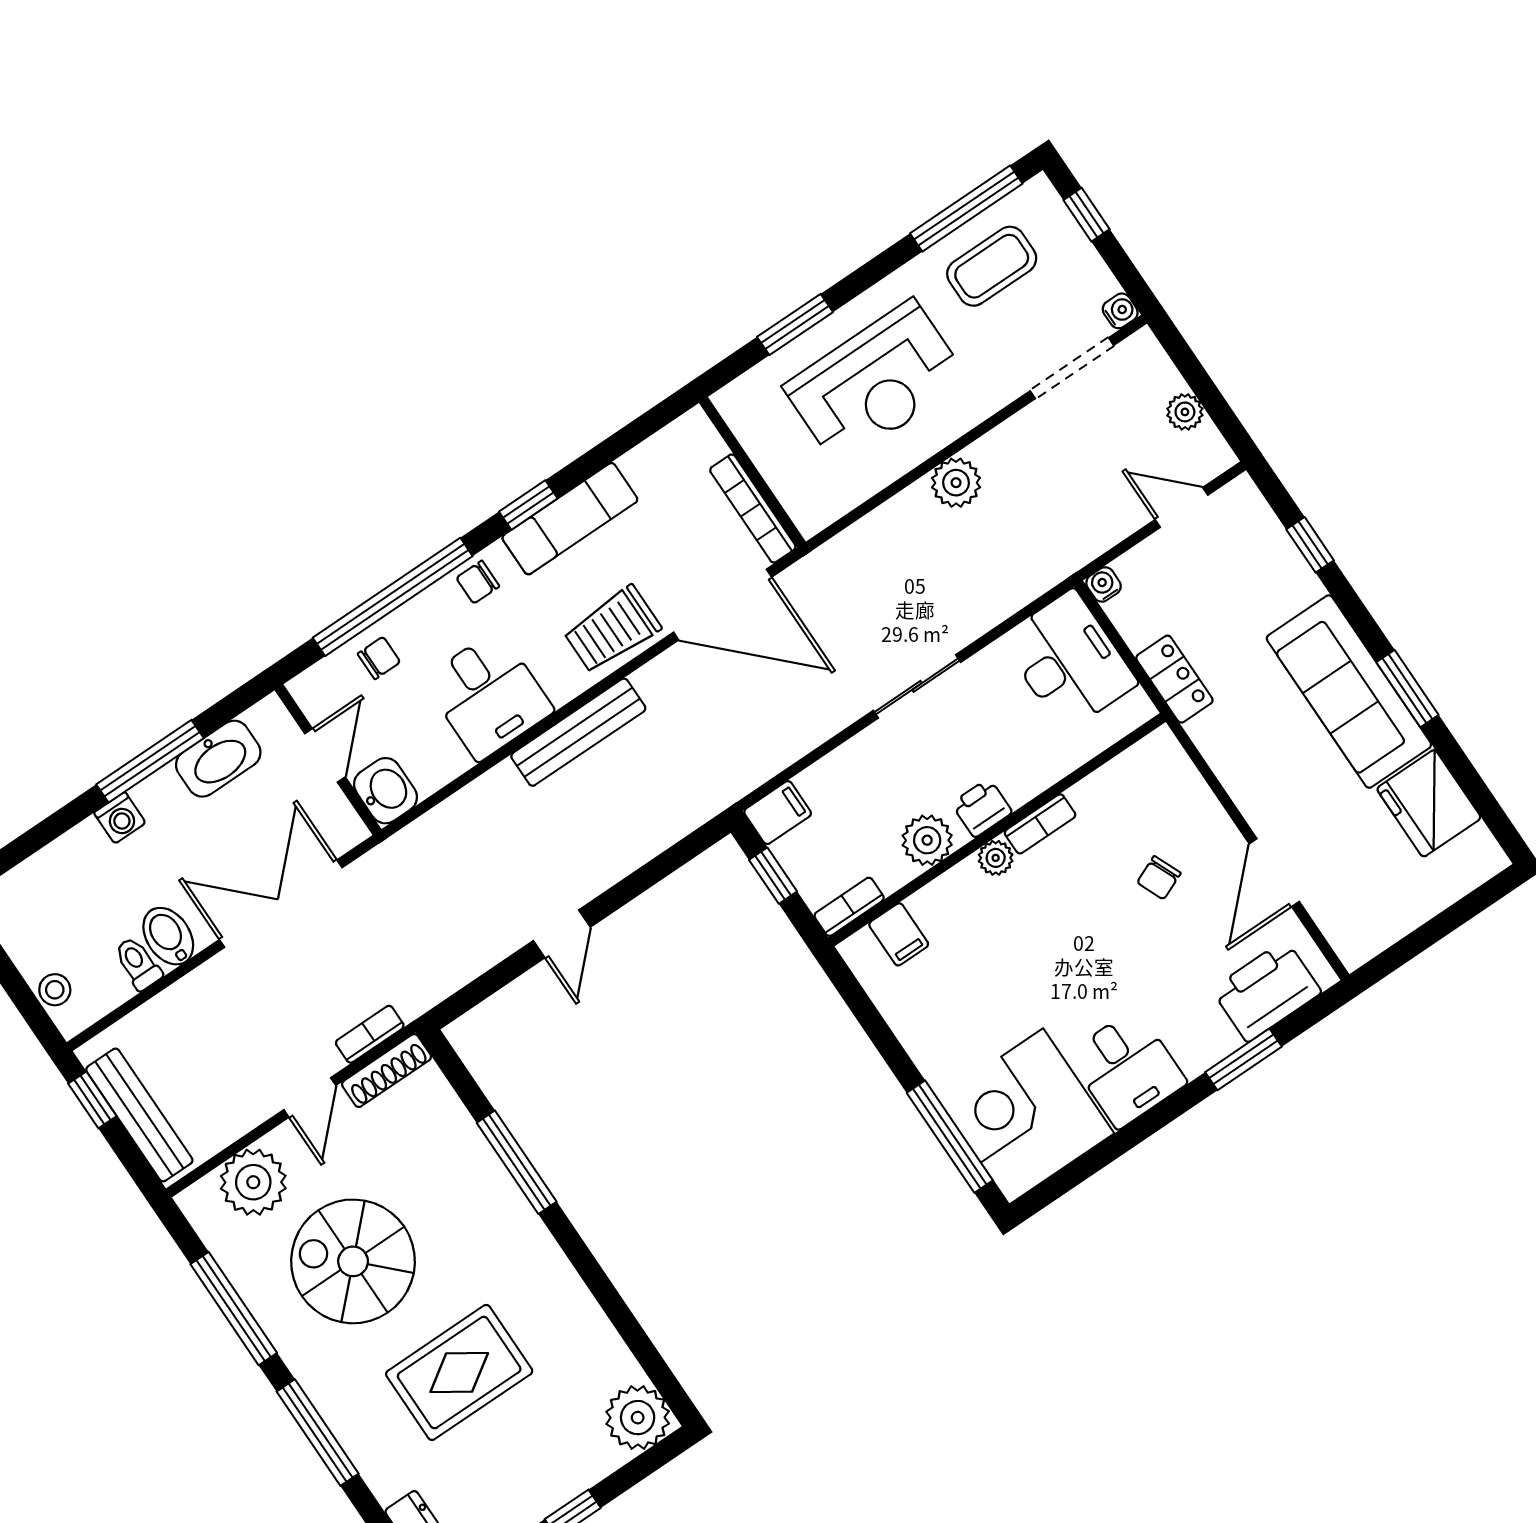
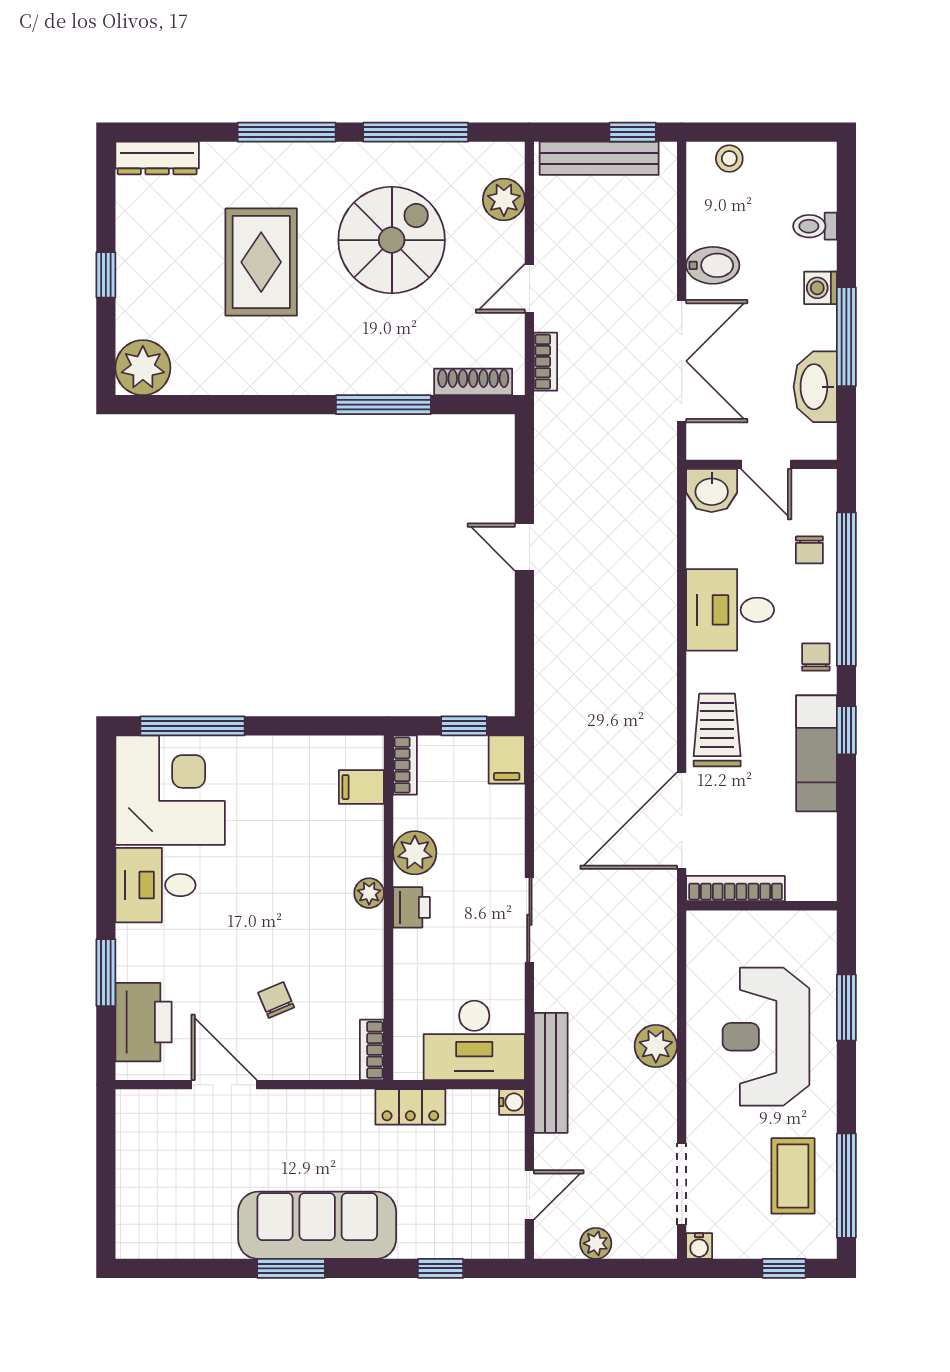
bench: (578, 732) -> (551, 1073), moved
fridge: (1429, 803) -> (199, 1228), removed
bookcase: (1040, 824) -> (372, 1050), moved
toilet: (138, 963) -> (815, 226), moved, turned 180
shoe rack: (387, 1071) -> (473, 382), moved, turned 90
door: (310, 1098) -> (529, 288), hinge flipped
plant: (253, 1182) -> (504, 200), width x0.73, depth x0.73

